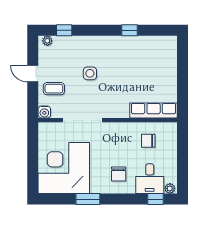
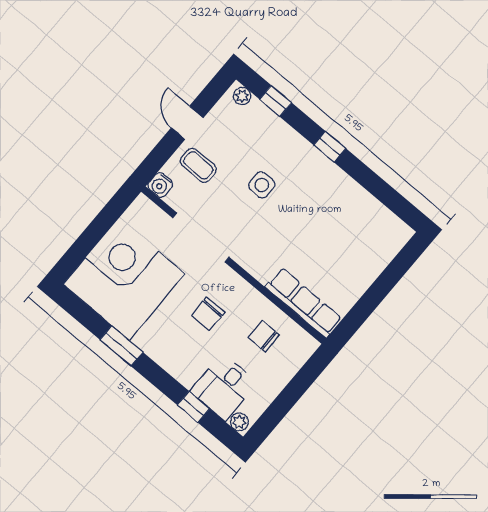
window: (129, 30) -> (330, 147), moved
chair: (119, 174) -> (208, 314), moved
window: (155, 199) -> (193, 407), moved

